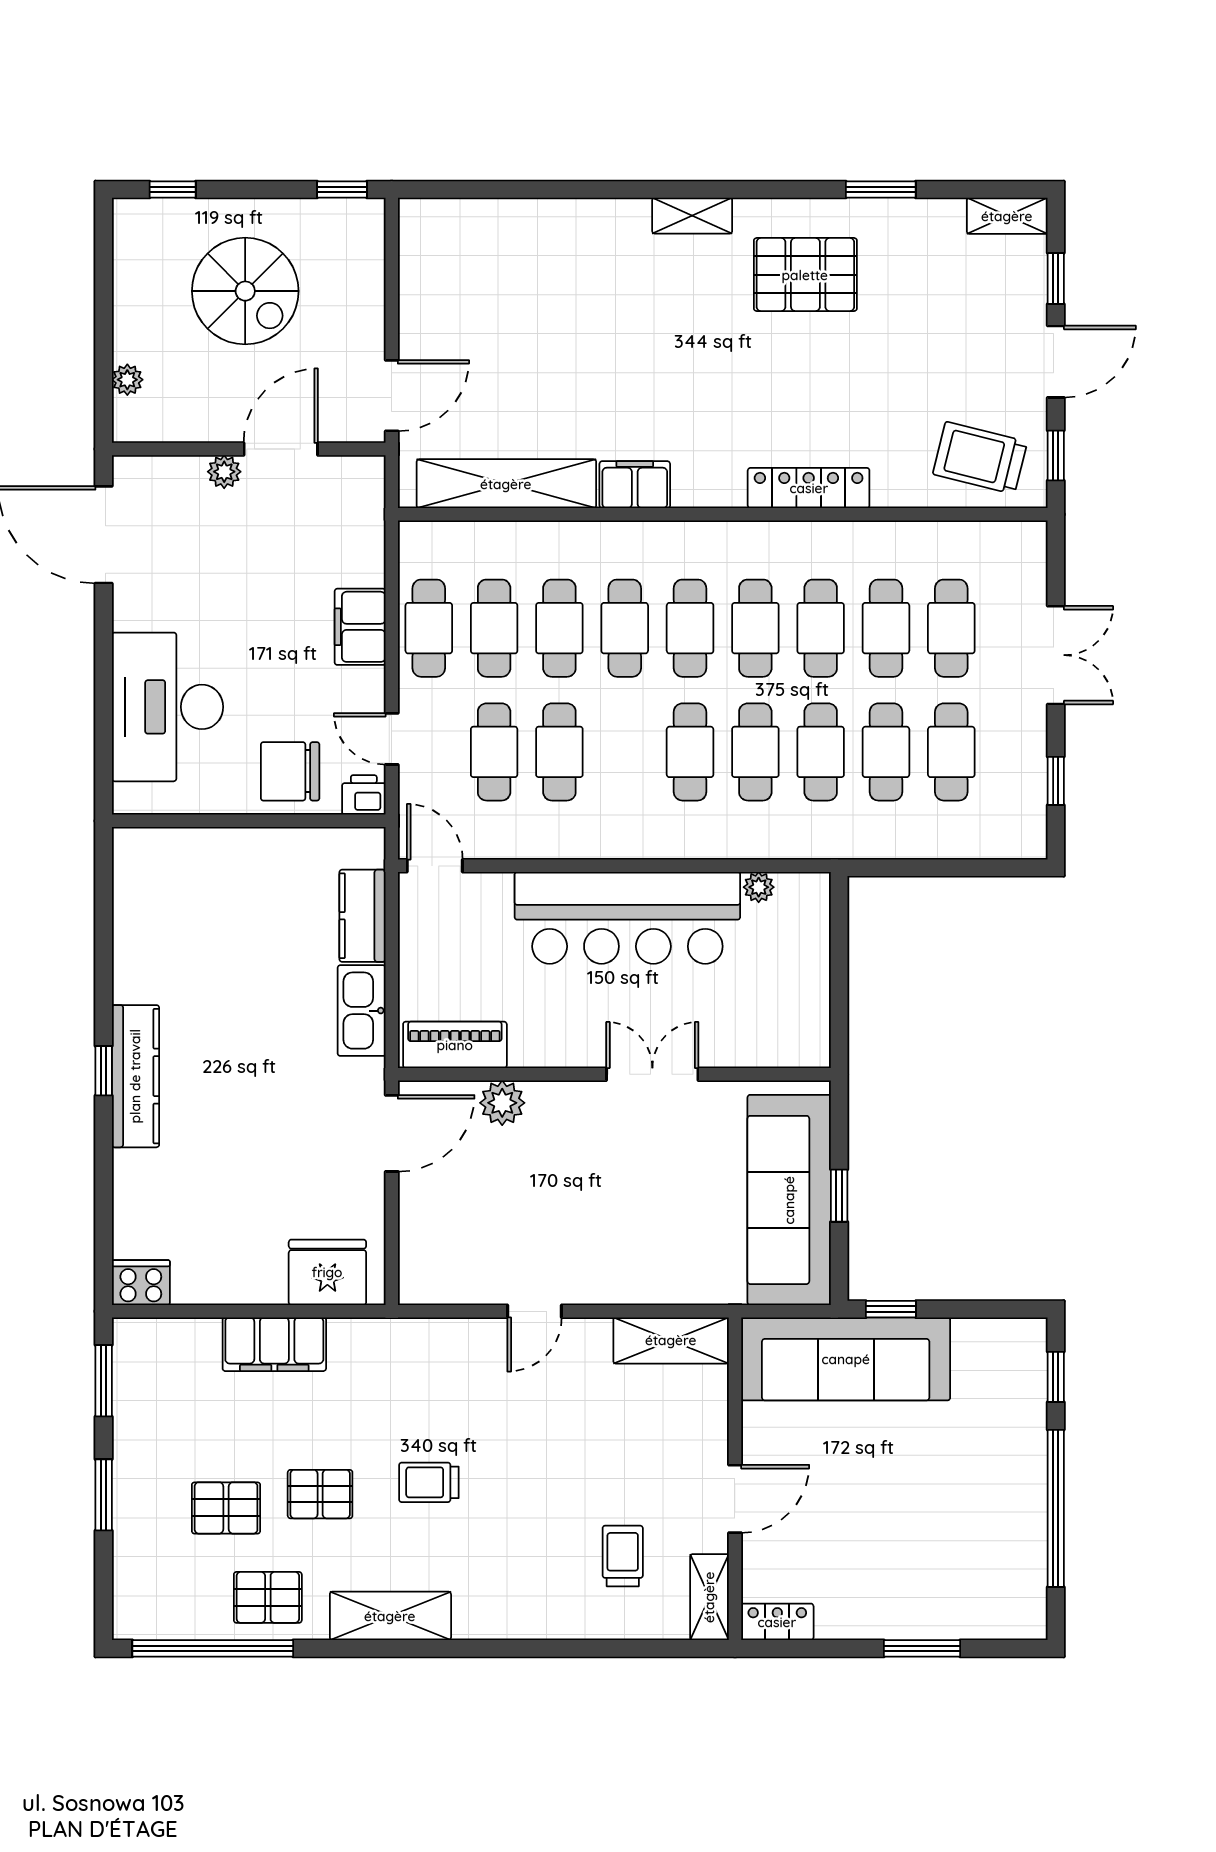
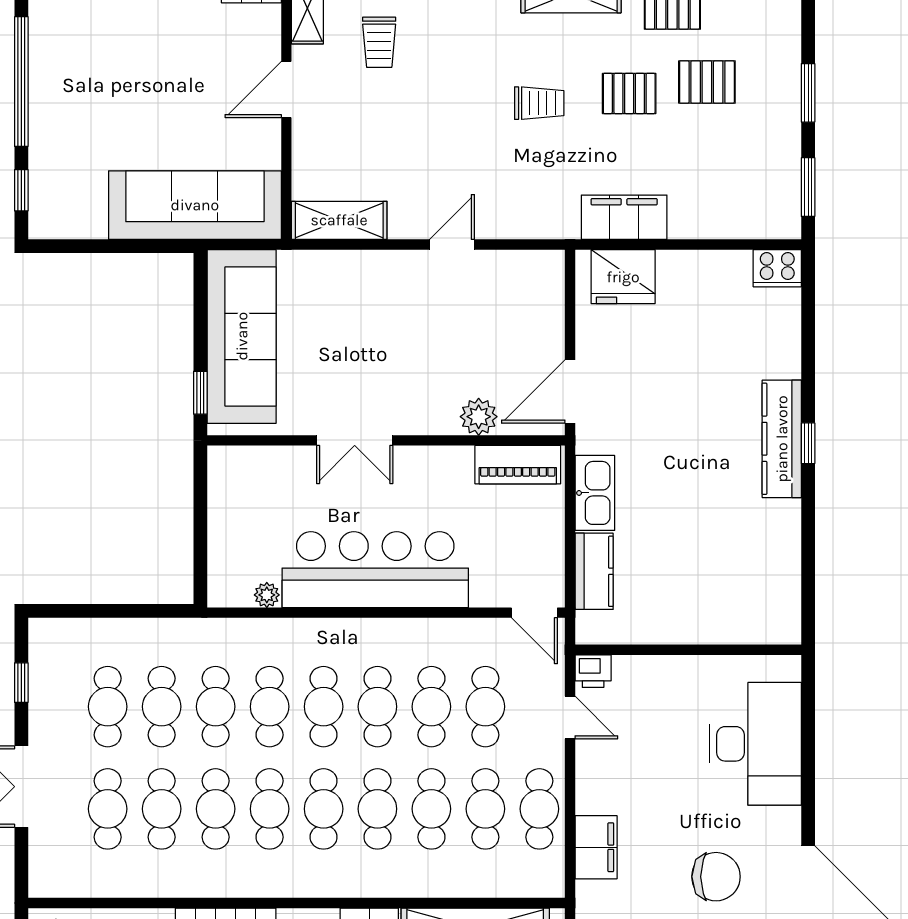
filing cabinet: (360, 627) -> (596, 847), moved
cafe table: (625, 752) -> (377, 707), added
chair: (290, 771) -> (716, 877), moved
window: (839, 1196) -> (200, 393), moved
window: (891, 1309) -> (158, 246), removed
filing cabinet: (274, 1344) -> (624, 217), moved

